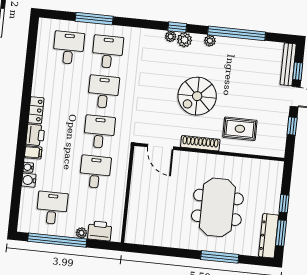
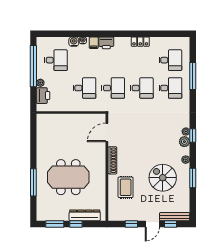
window: (237, 33) -> (193, 178), width x0.47
spiral stairs: (197, 96) -> (163, 178), moved
locker: (36, 110) -> (140, 42), moved
dresser: (269, 236) -> (85, 215), moved

